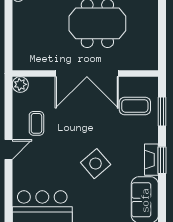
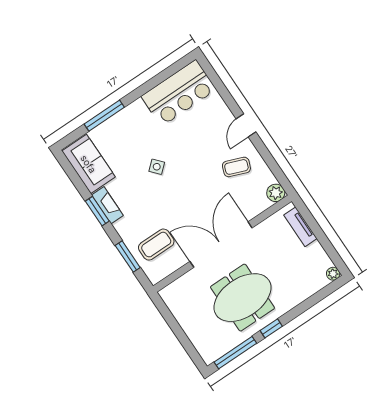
tv unit: (19, 47) -> (300, 227), added
coffee table: (36, 123) -> (236, 167), turned -69
side table: (96, 164) -> (157, 167), width x0.54, depth x0.54

